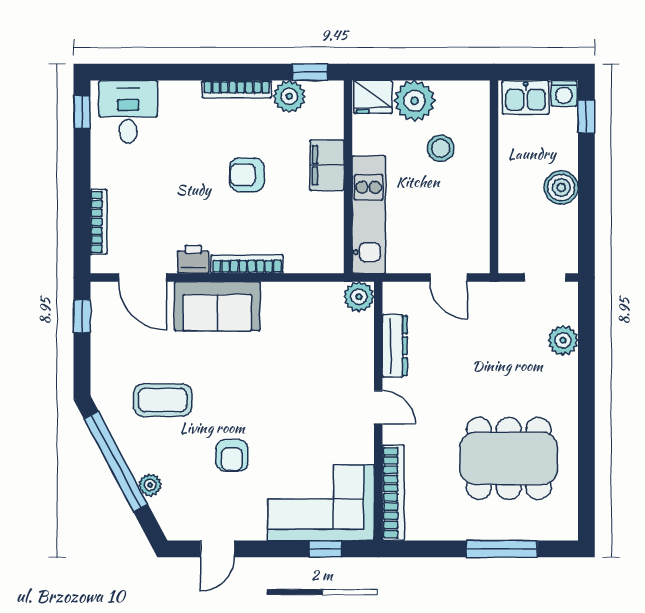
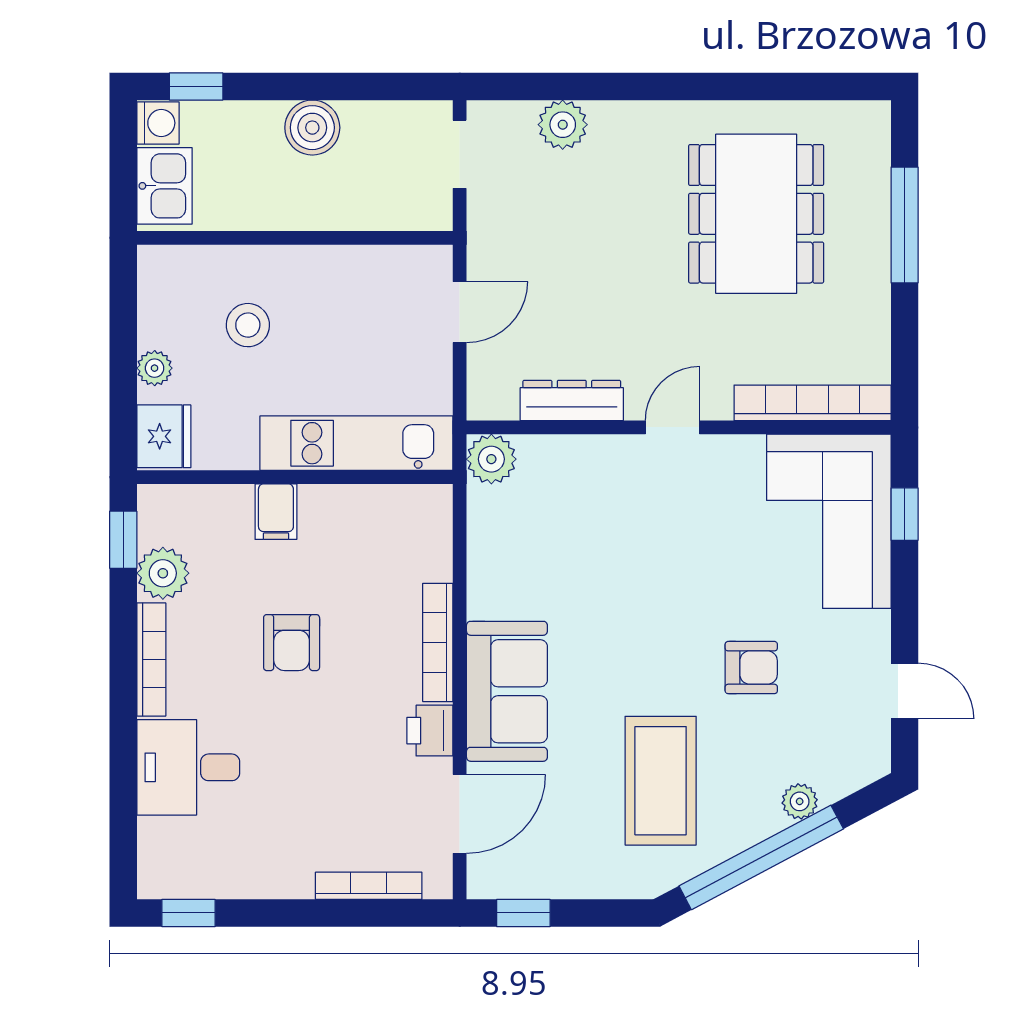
plant: (414, 101) -> (155, 368), width x0.53, depth x0.53
desk: (128, 112) -> (188, 767), moved
filing cabinet: (327, 165) -> (276, 512), width x0.50
coffee table: (163, 400) -> (661, 781), width x1.36, depth x1.32

